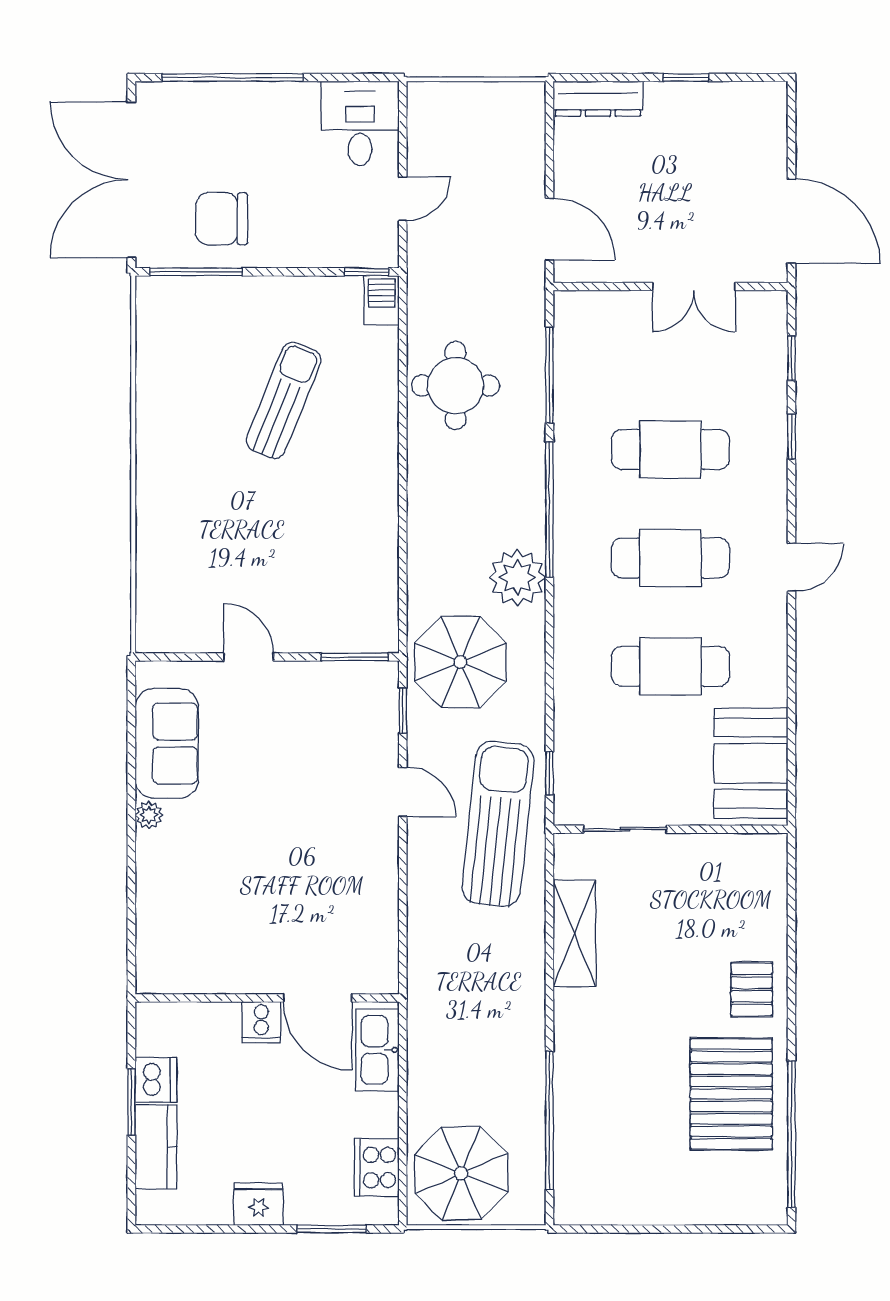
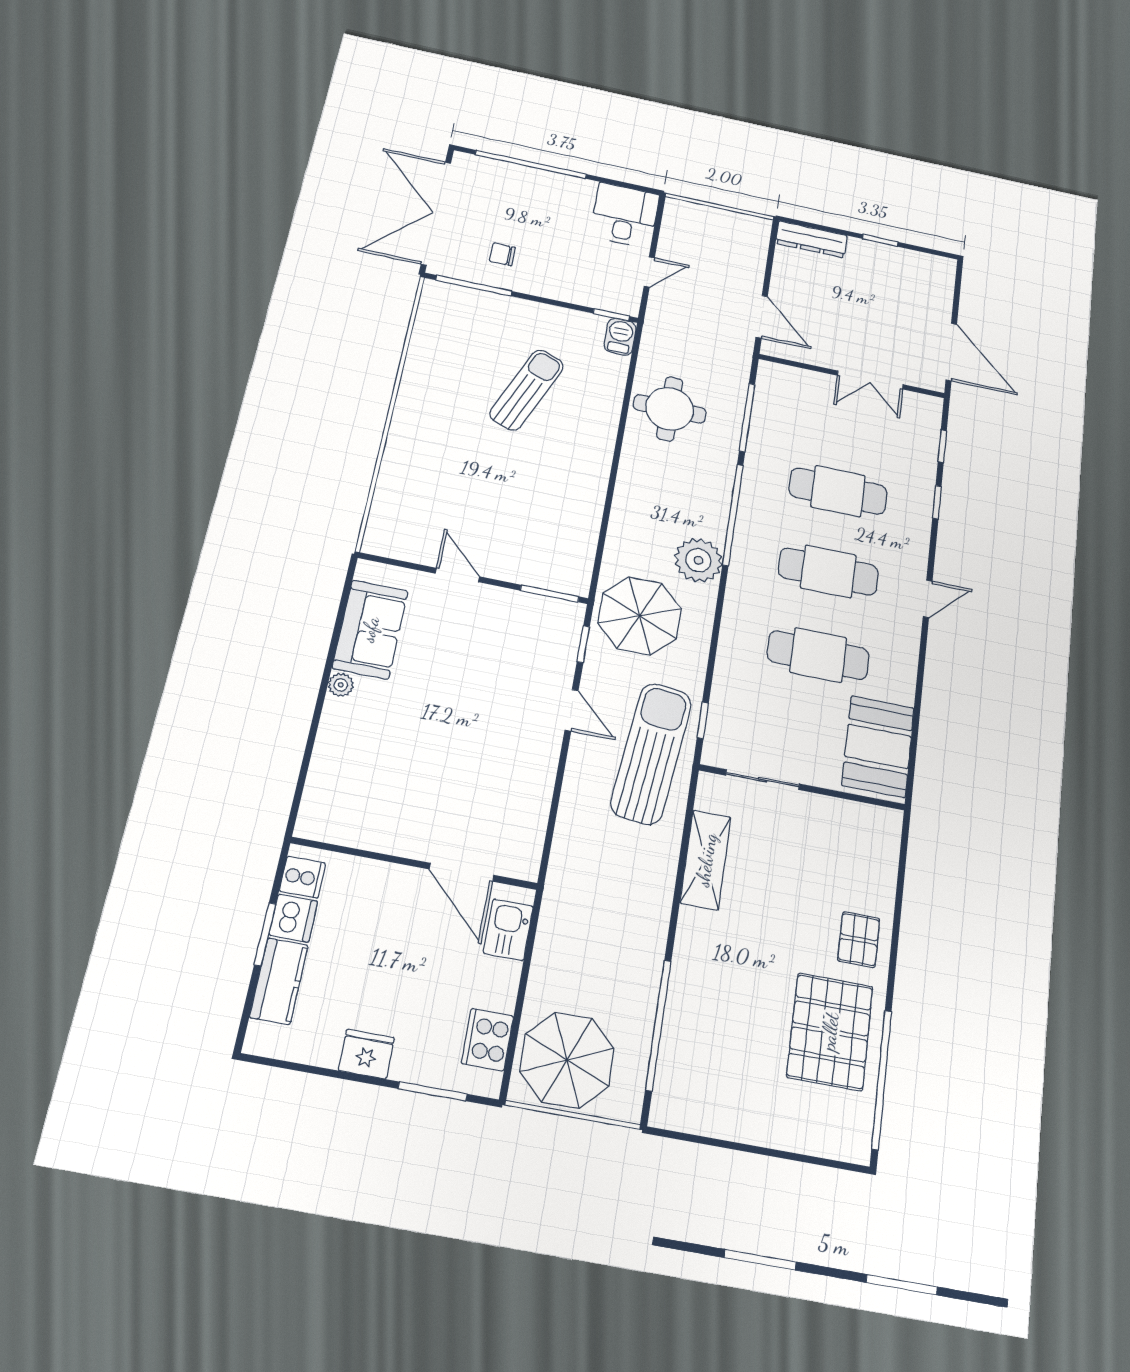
chair: (222, 219) -> (502, 254), width x0.54, depth x0.54
cooker: (261, 1022) -> (302, 877), moved, turned -90
kitchen sink: (377, 1050) -> (508, 930), width x0.73

